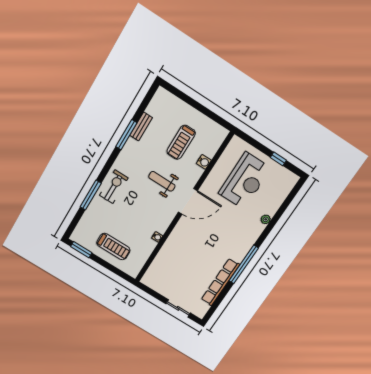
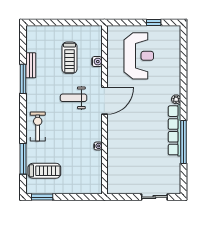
window: (91, 195) -> (23, 159), moved
plant: (266, 219) -> (176, 99), moved
treadmill: (113, 247) -> (44, 171), moved
window: (244, 264) -> (184, 142), moved
row of seats: (220, 282) -> (175, 130), moved

